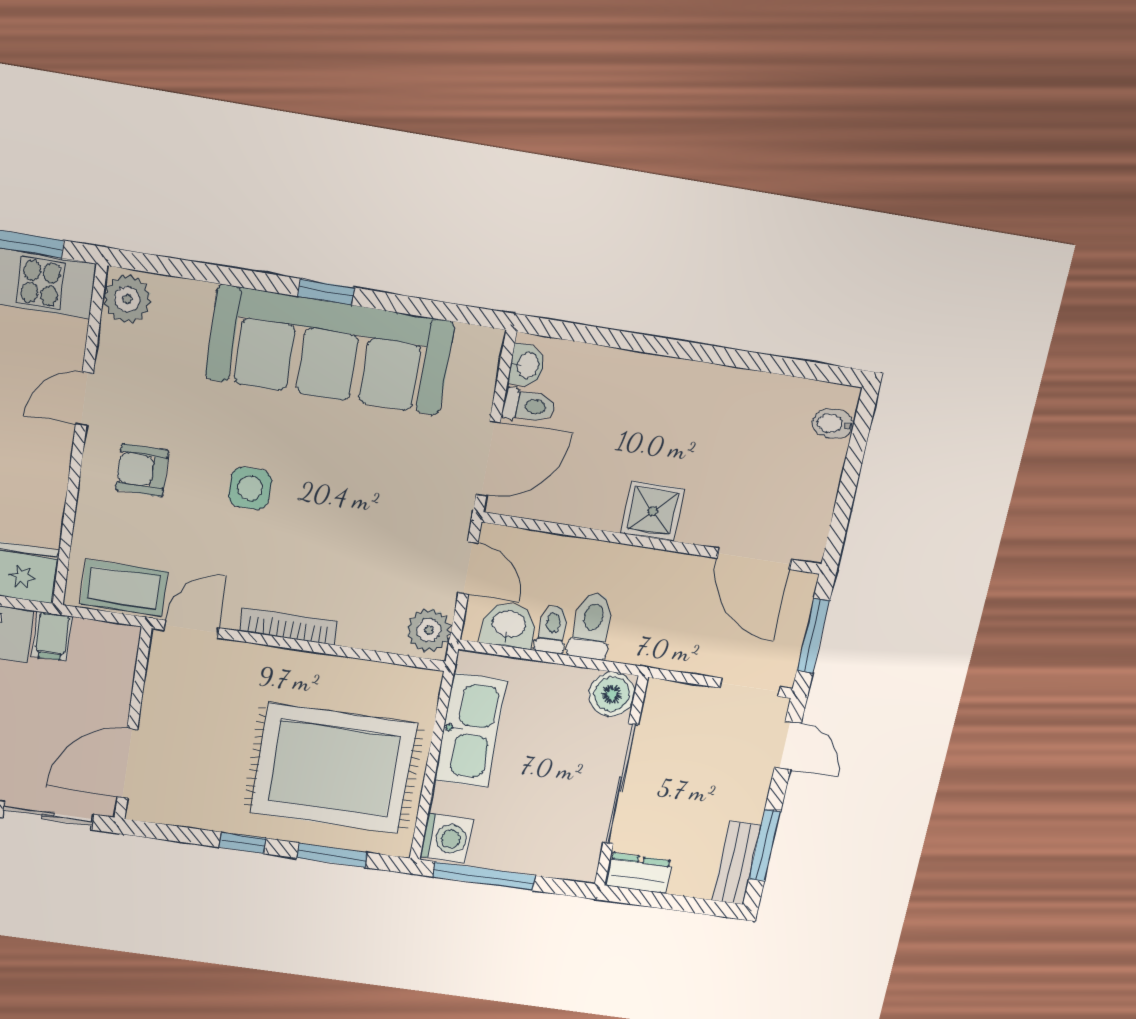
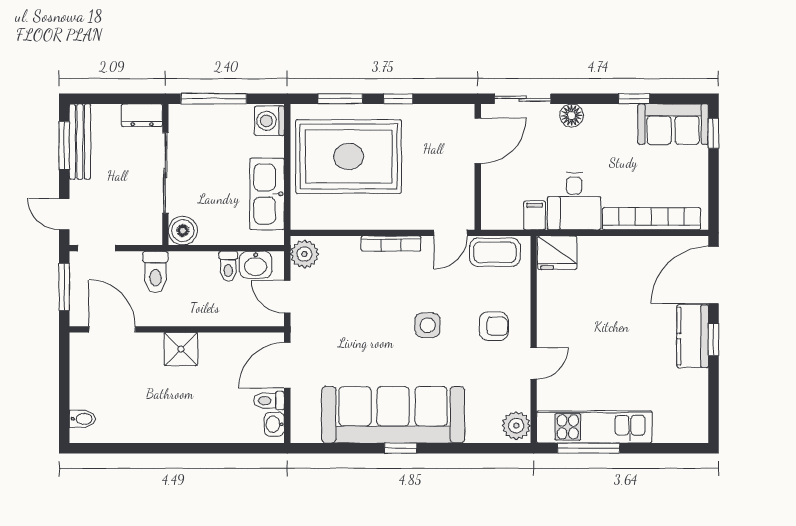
toilet: (592, 626) -> (155, 272), moved
bench: (736, 863) -> (80, 142), width x1.36
window: (484, 876) -> (214, 99), moved

